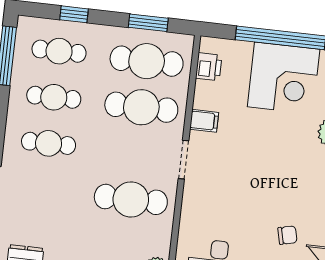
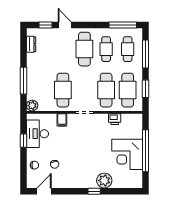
window: (74, 14) -> (145, 54), width x2.17
printer: (209, 67) -> (115, 119), moved
filing cabinet: (204, 121) -> (62, 120), moved
cafe table: (49, 143) -> (84, 49), width x1.37, depth x1.35

